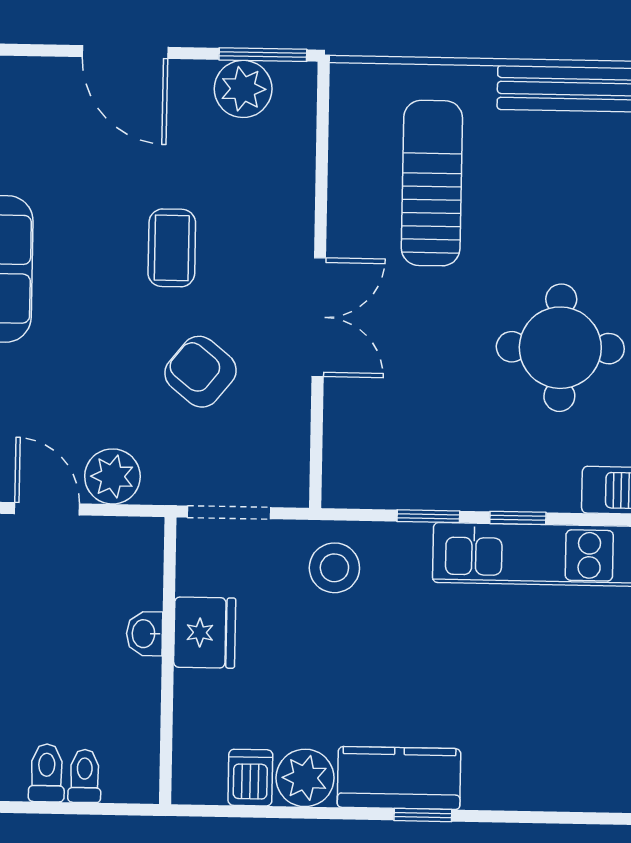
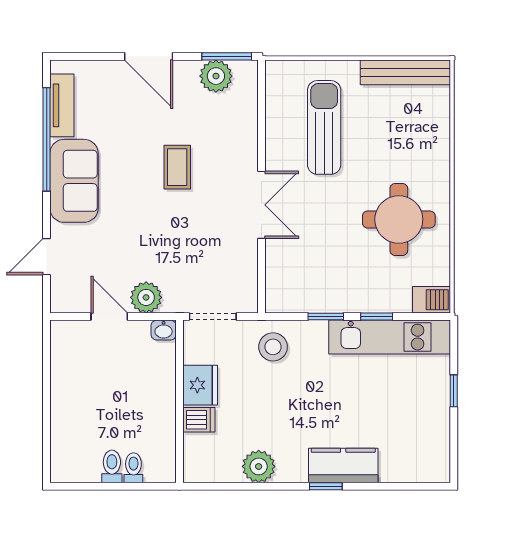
armchair: (200, 372) -> (195, 237), removed
washbasin: (145, 634) -> (164, 330), moved, turned -90
dishwasher: (250, 778) -> (199, 420), moved, turned 90
kitchen counter: (399, 778) -> (343, 465), moved

